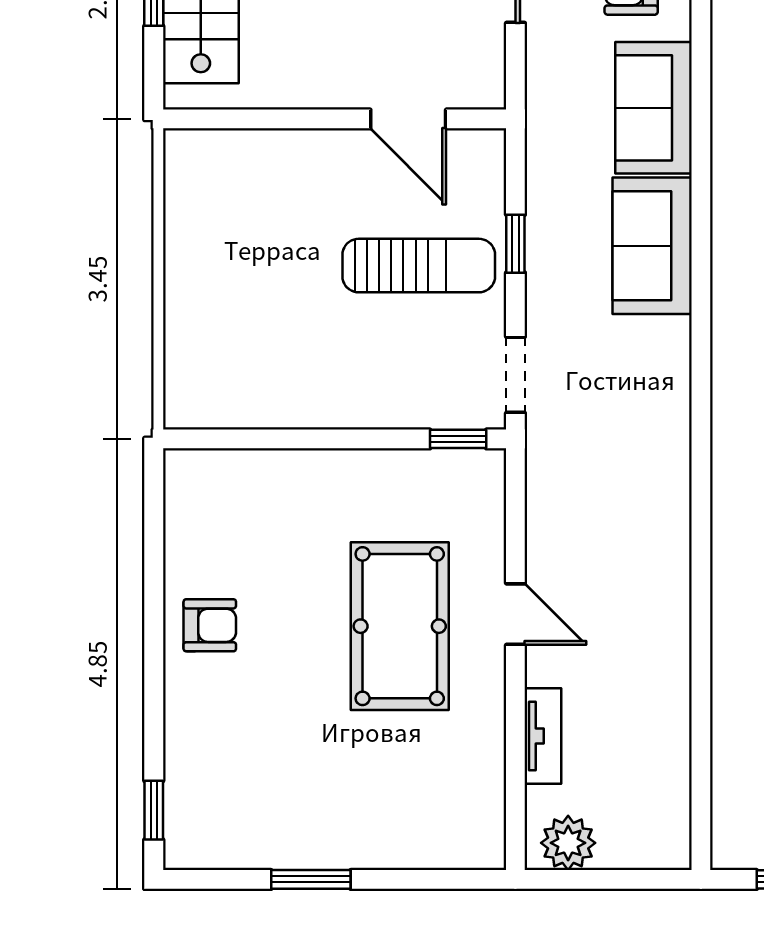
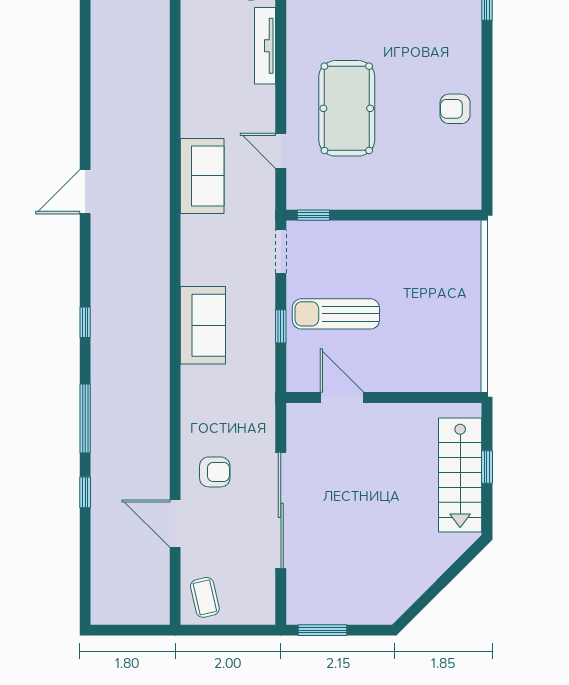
sofa: (653, 108) -> (202, 176), moved
door: (515, 614) -> (281, 151), moved
tv unit: (543, 736) -> (265, 46), width x1.41

